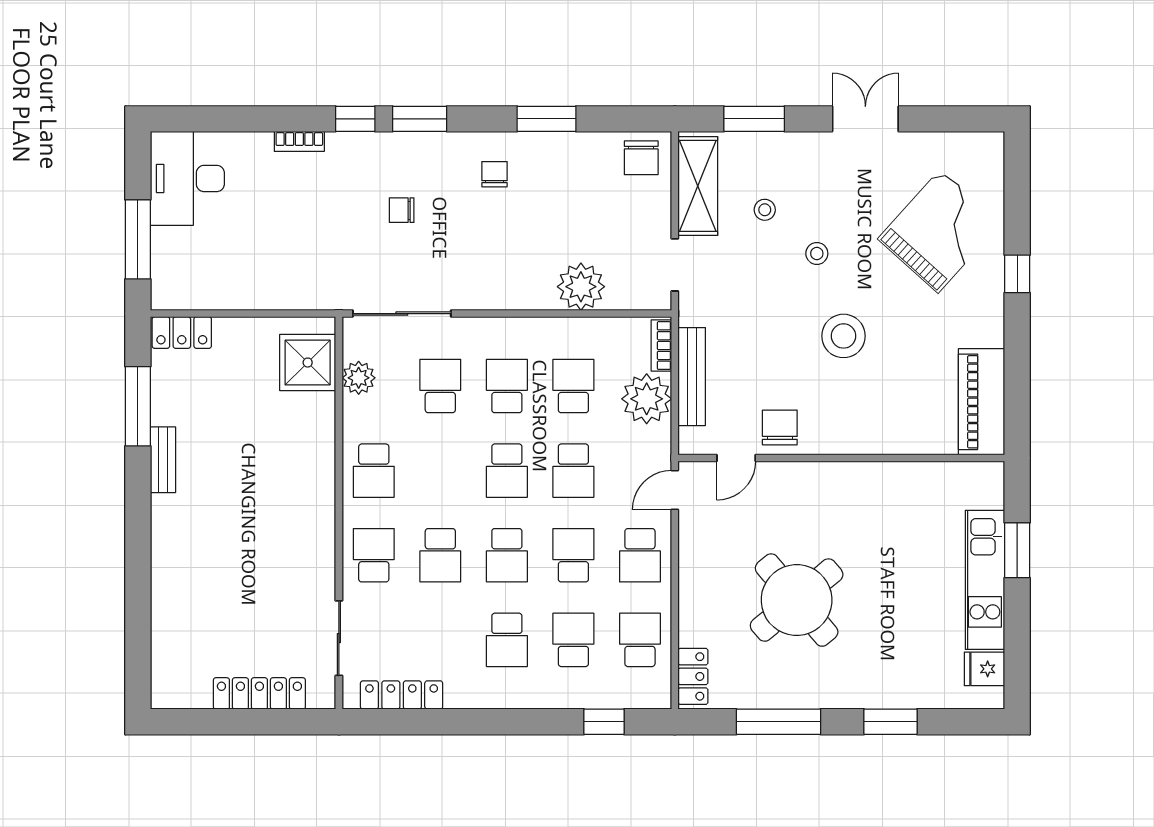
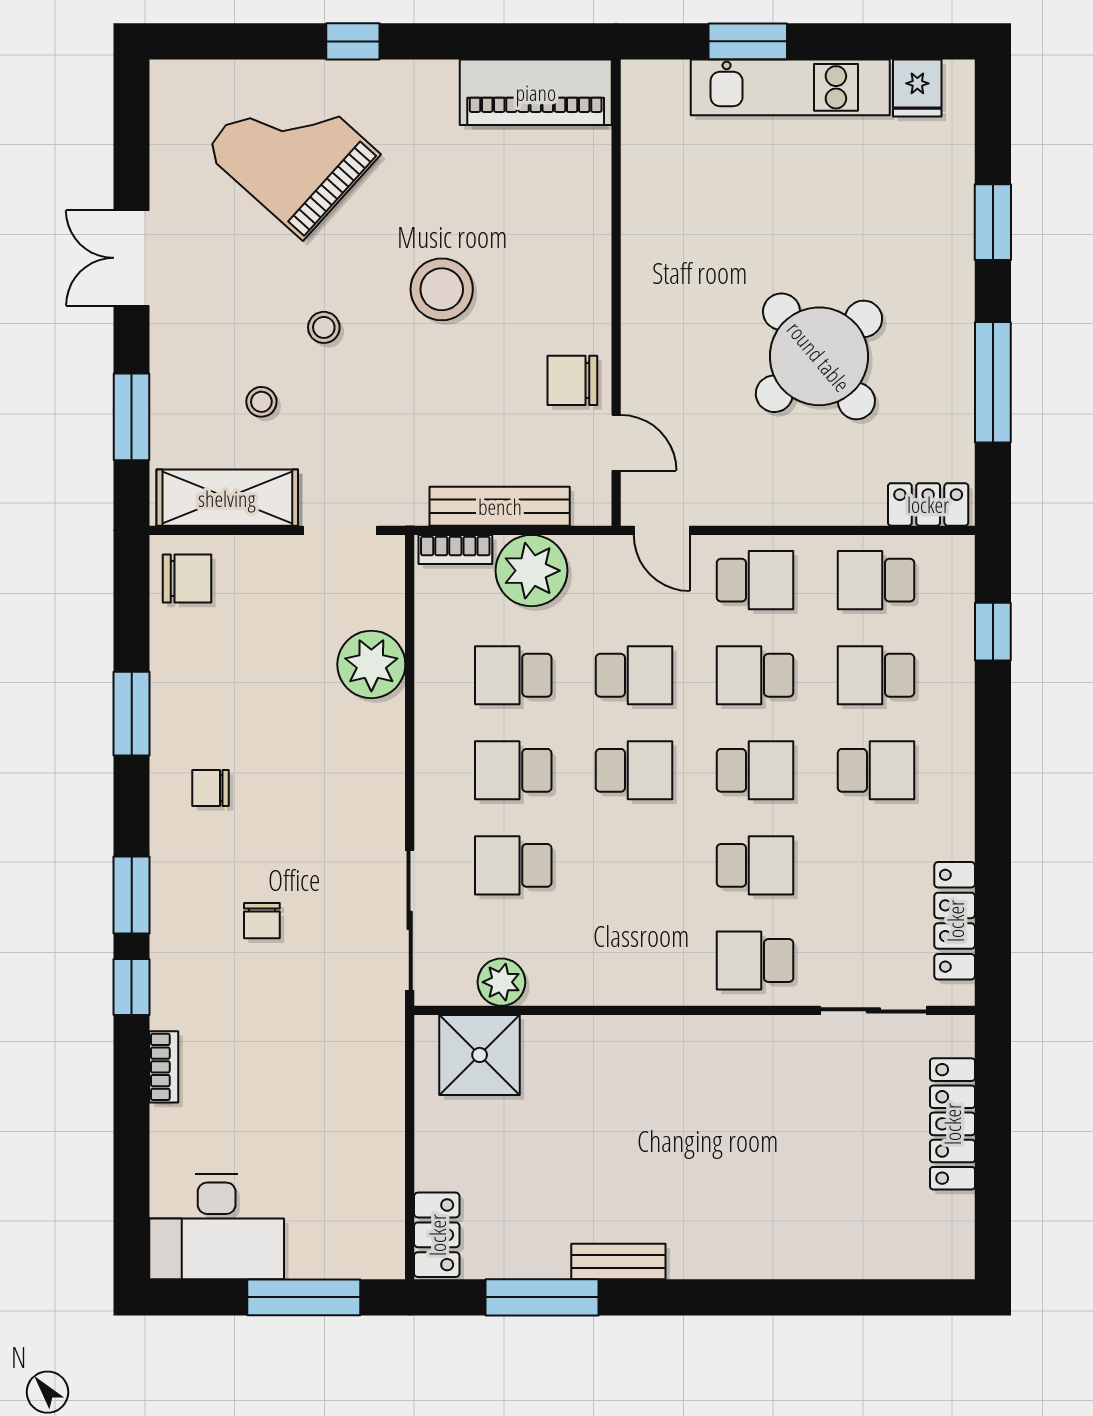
school desk: (374, 471) -> (634, 960), removed

